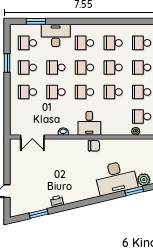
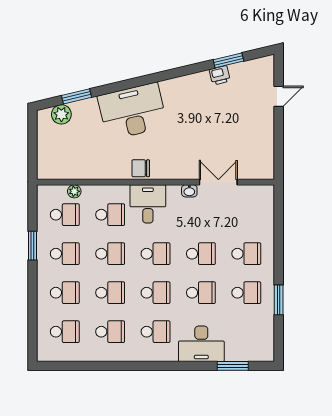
school desk: (27, 43) -> (110, 215), moved
double door: (32, 137) -> (218, 182), moved
desk: (116, 178) -> (132, 111), moved
printer: (57, 201) -> (220, 75), moved

